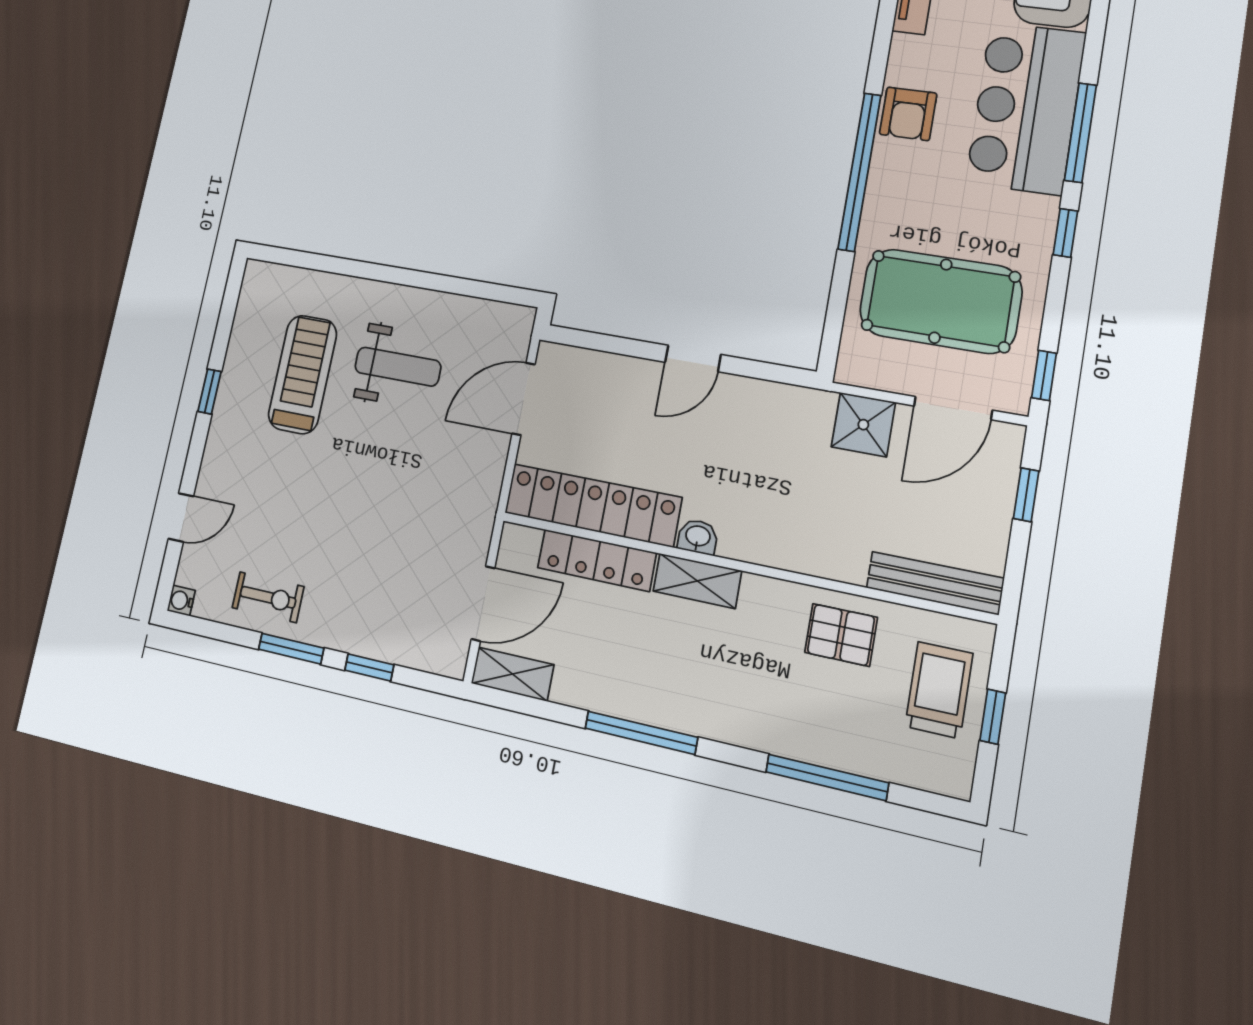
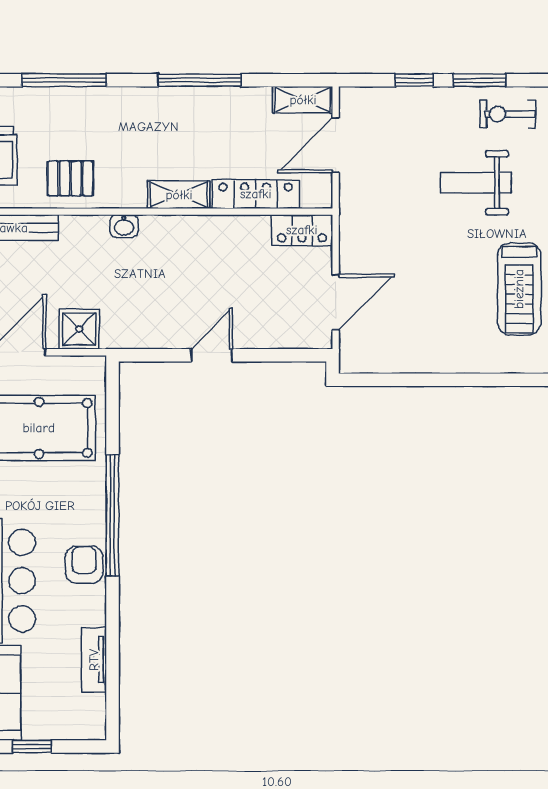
weight bench: (398, 367) -> (476, 183), moved
locker: (593, 505) -> (302, 230), width x0.46, depth x0.83
washbasin: (698, 537) -> (124, 226), moved

